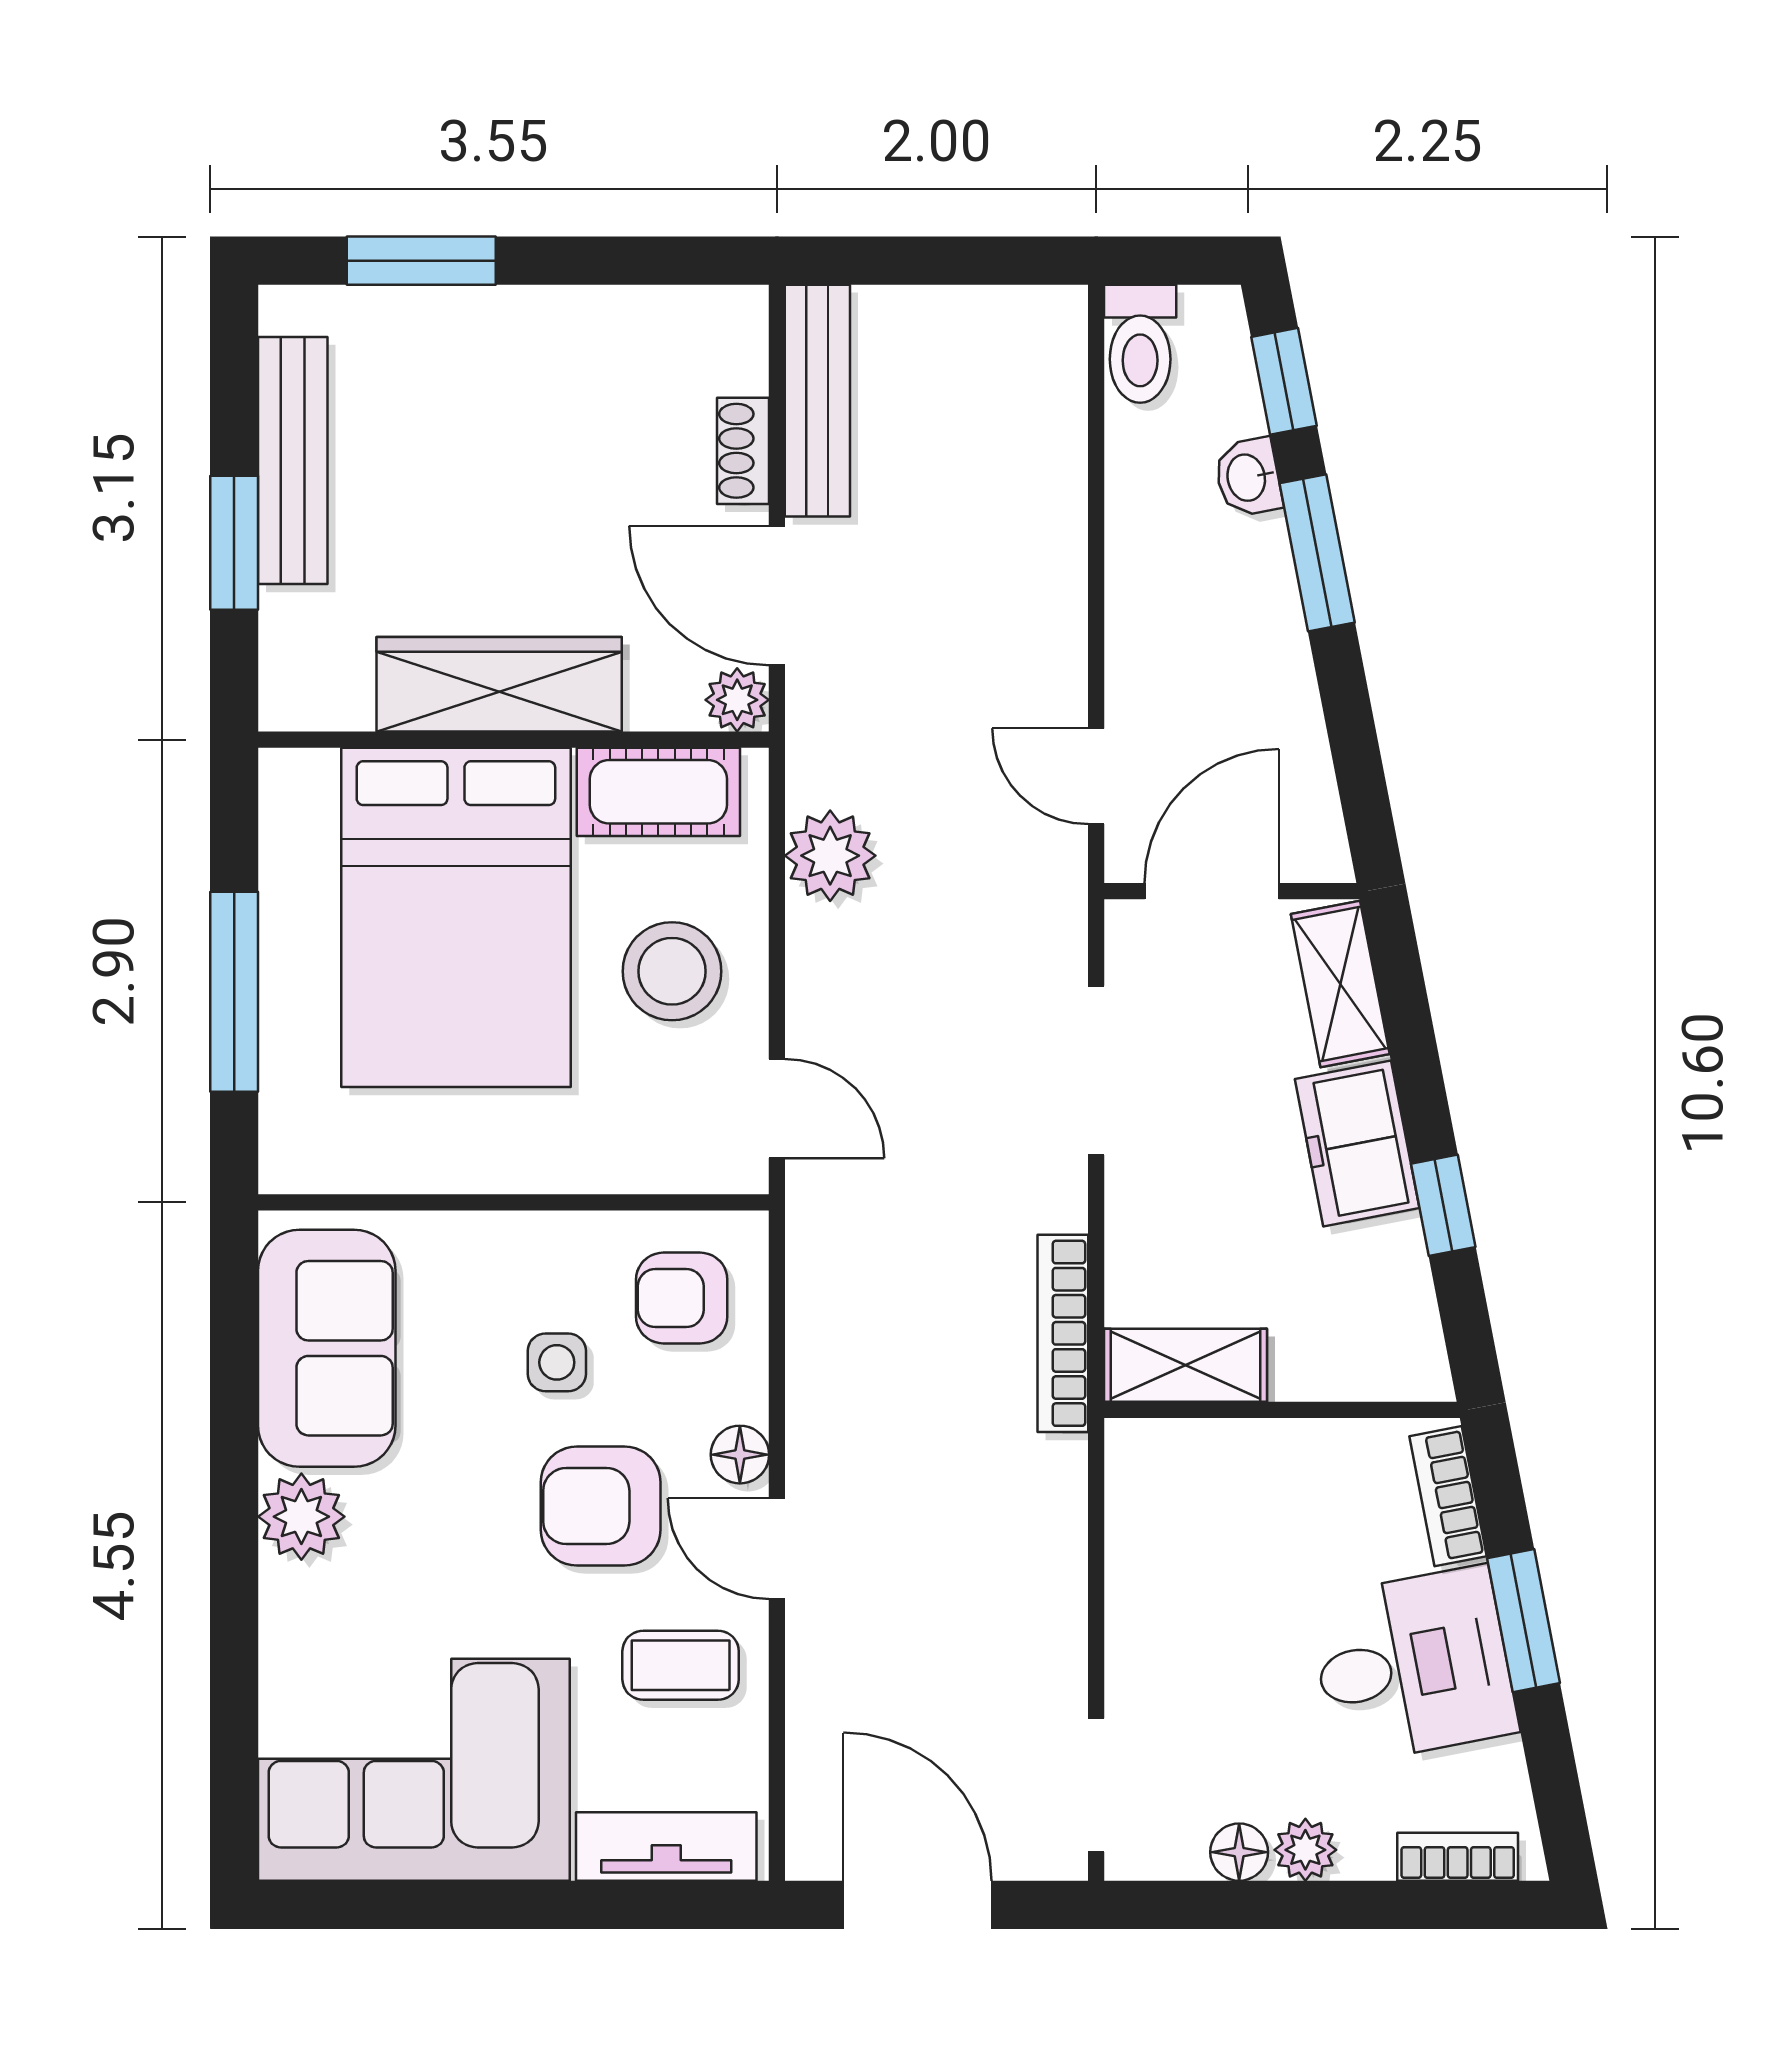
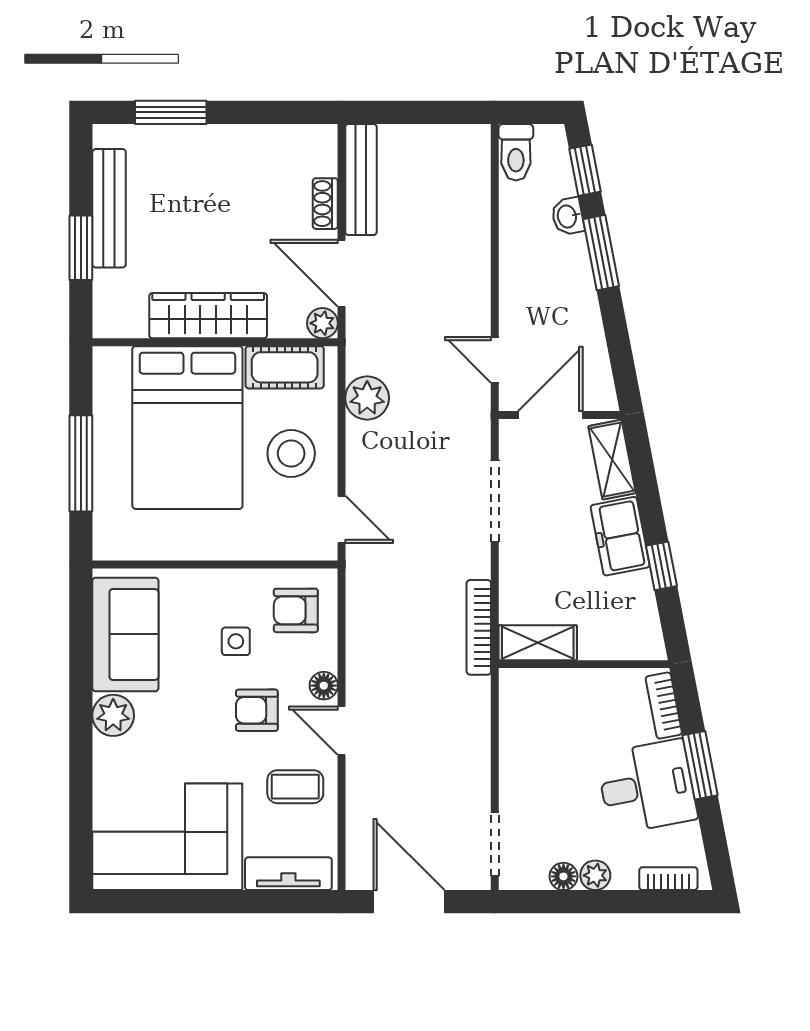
armchair: (601, 1506) -> (257, 710), width x0.72, depth x0.72

